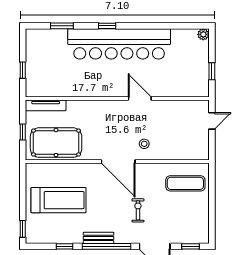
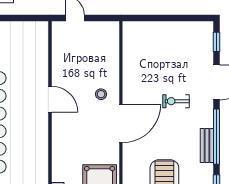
window: (212, 71) -> (19, 18), removed
door: (140, 98) -> (50, 99), swing flipped
exercise mat: (185, 183) -> (146, 48), removed

